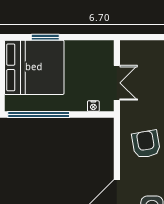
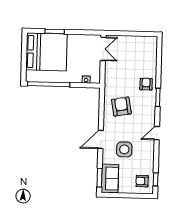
double door: (117, 83) -> (103, 49), moved

